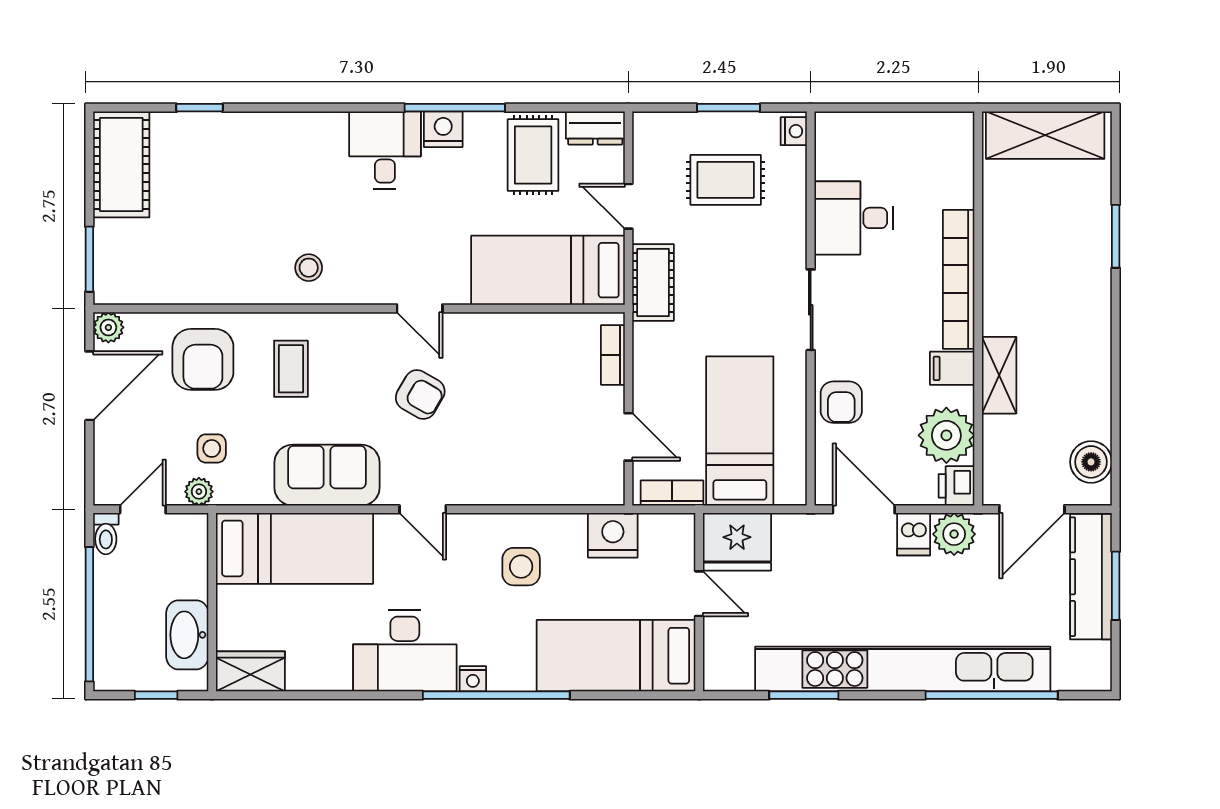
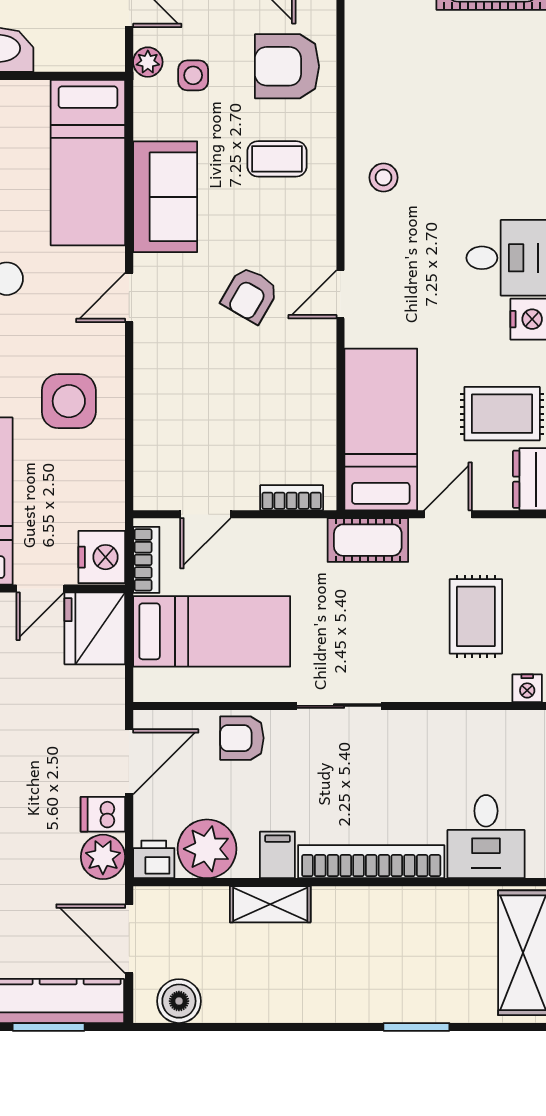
desk: (854, 218) -> (486, 837), moved, turned 180
nightstand: (613, 535) -> (102, 557), moved
side table: (521, 567) -> (69, 401), width x1.37, depth x1.37

